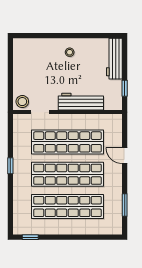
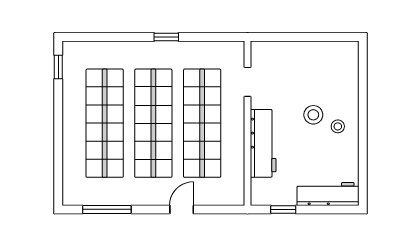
stool: (22, 102) -> (313, 115), moved
window: (125, 205) -> (107, 209), width x1.44

